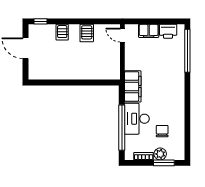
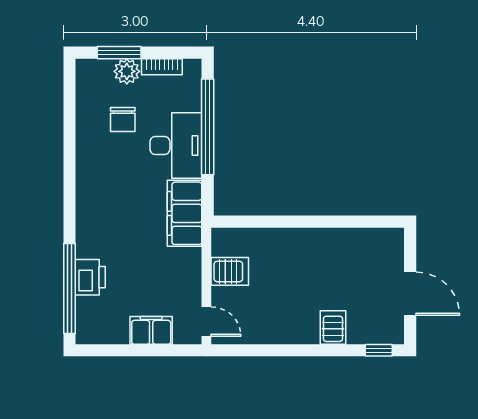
printer: (168, 31) -> (90, 277), moved, turned 90
server rack: (87, 33) -> (230, 271), moved, turned 90

